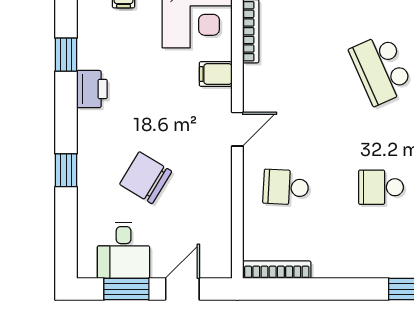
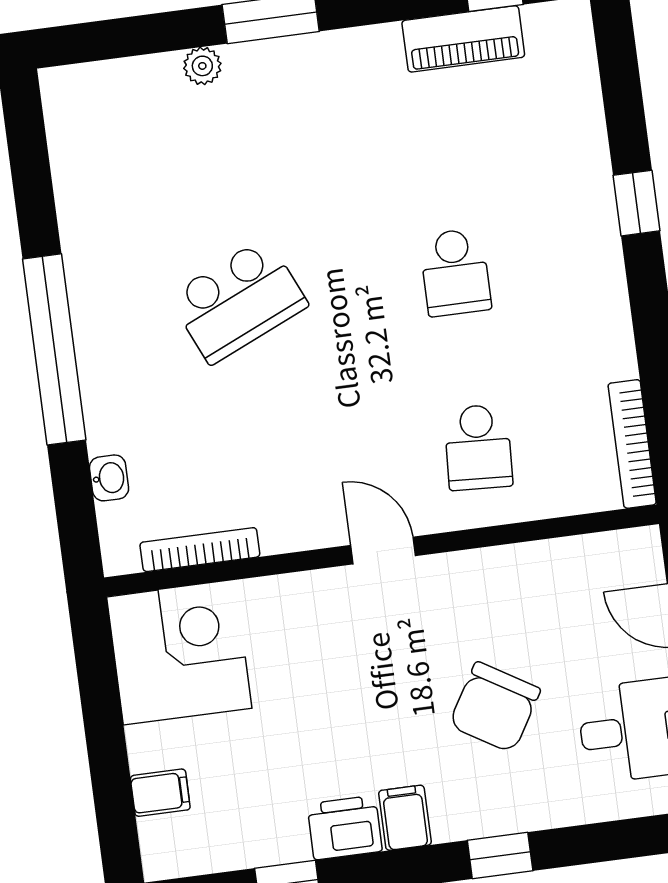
filing cabinet: (216, 74) -> (405, 818), moved, turned 180

